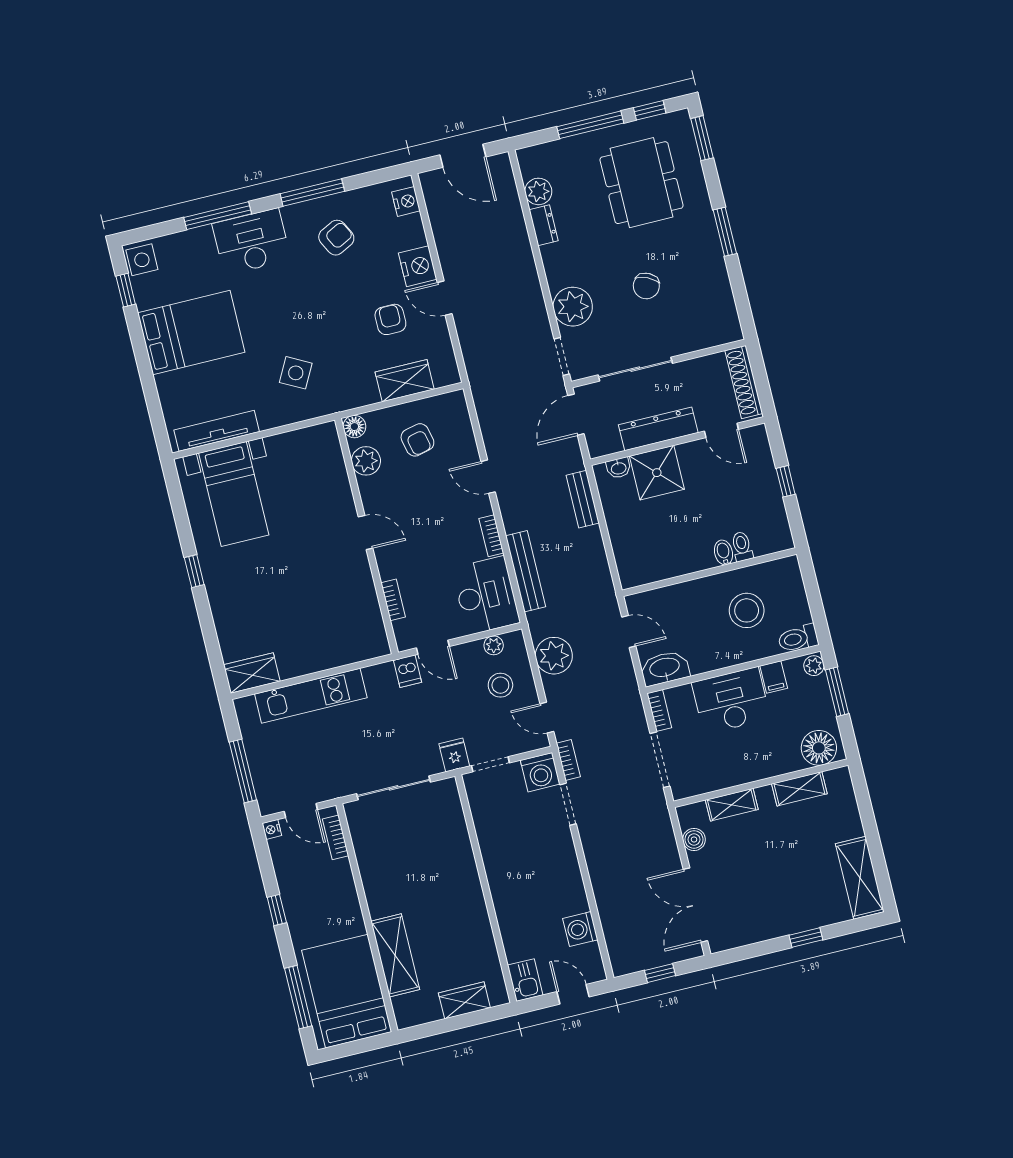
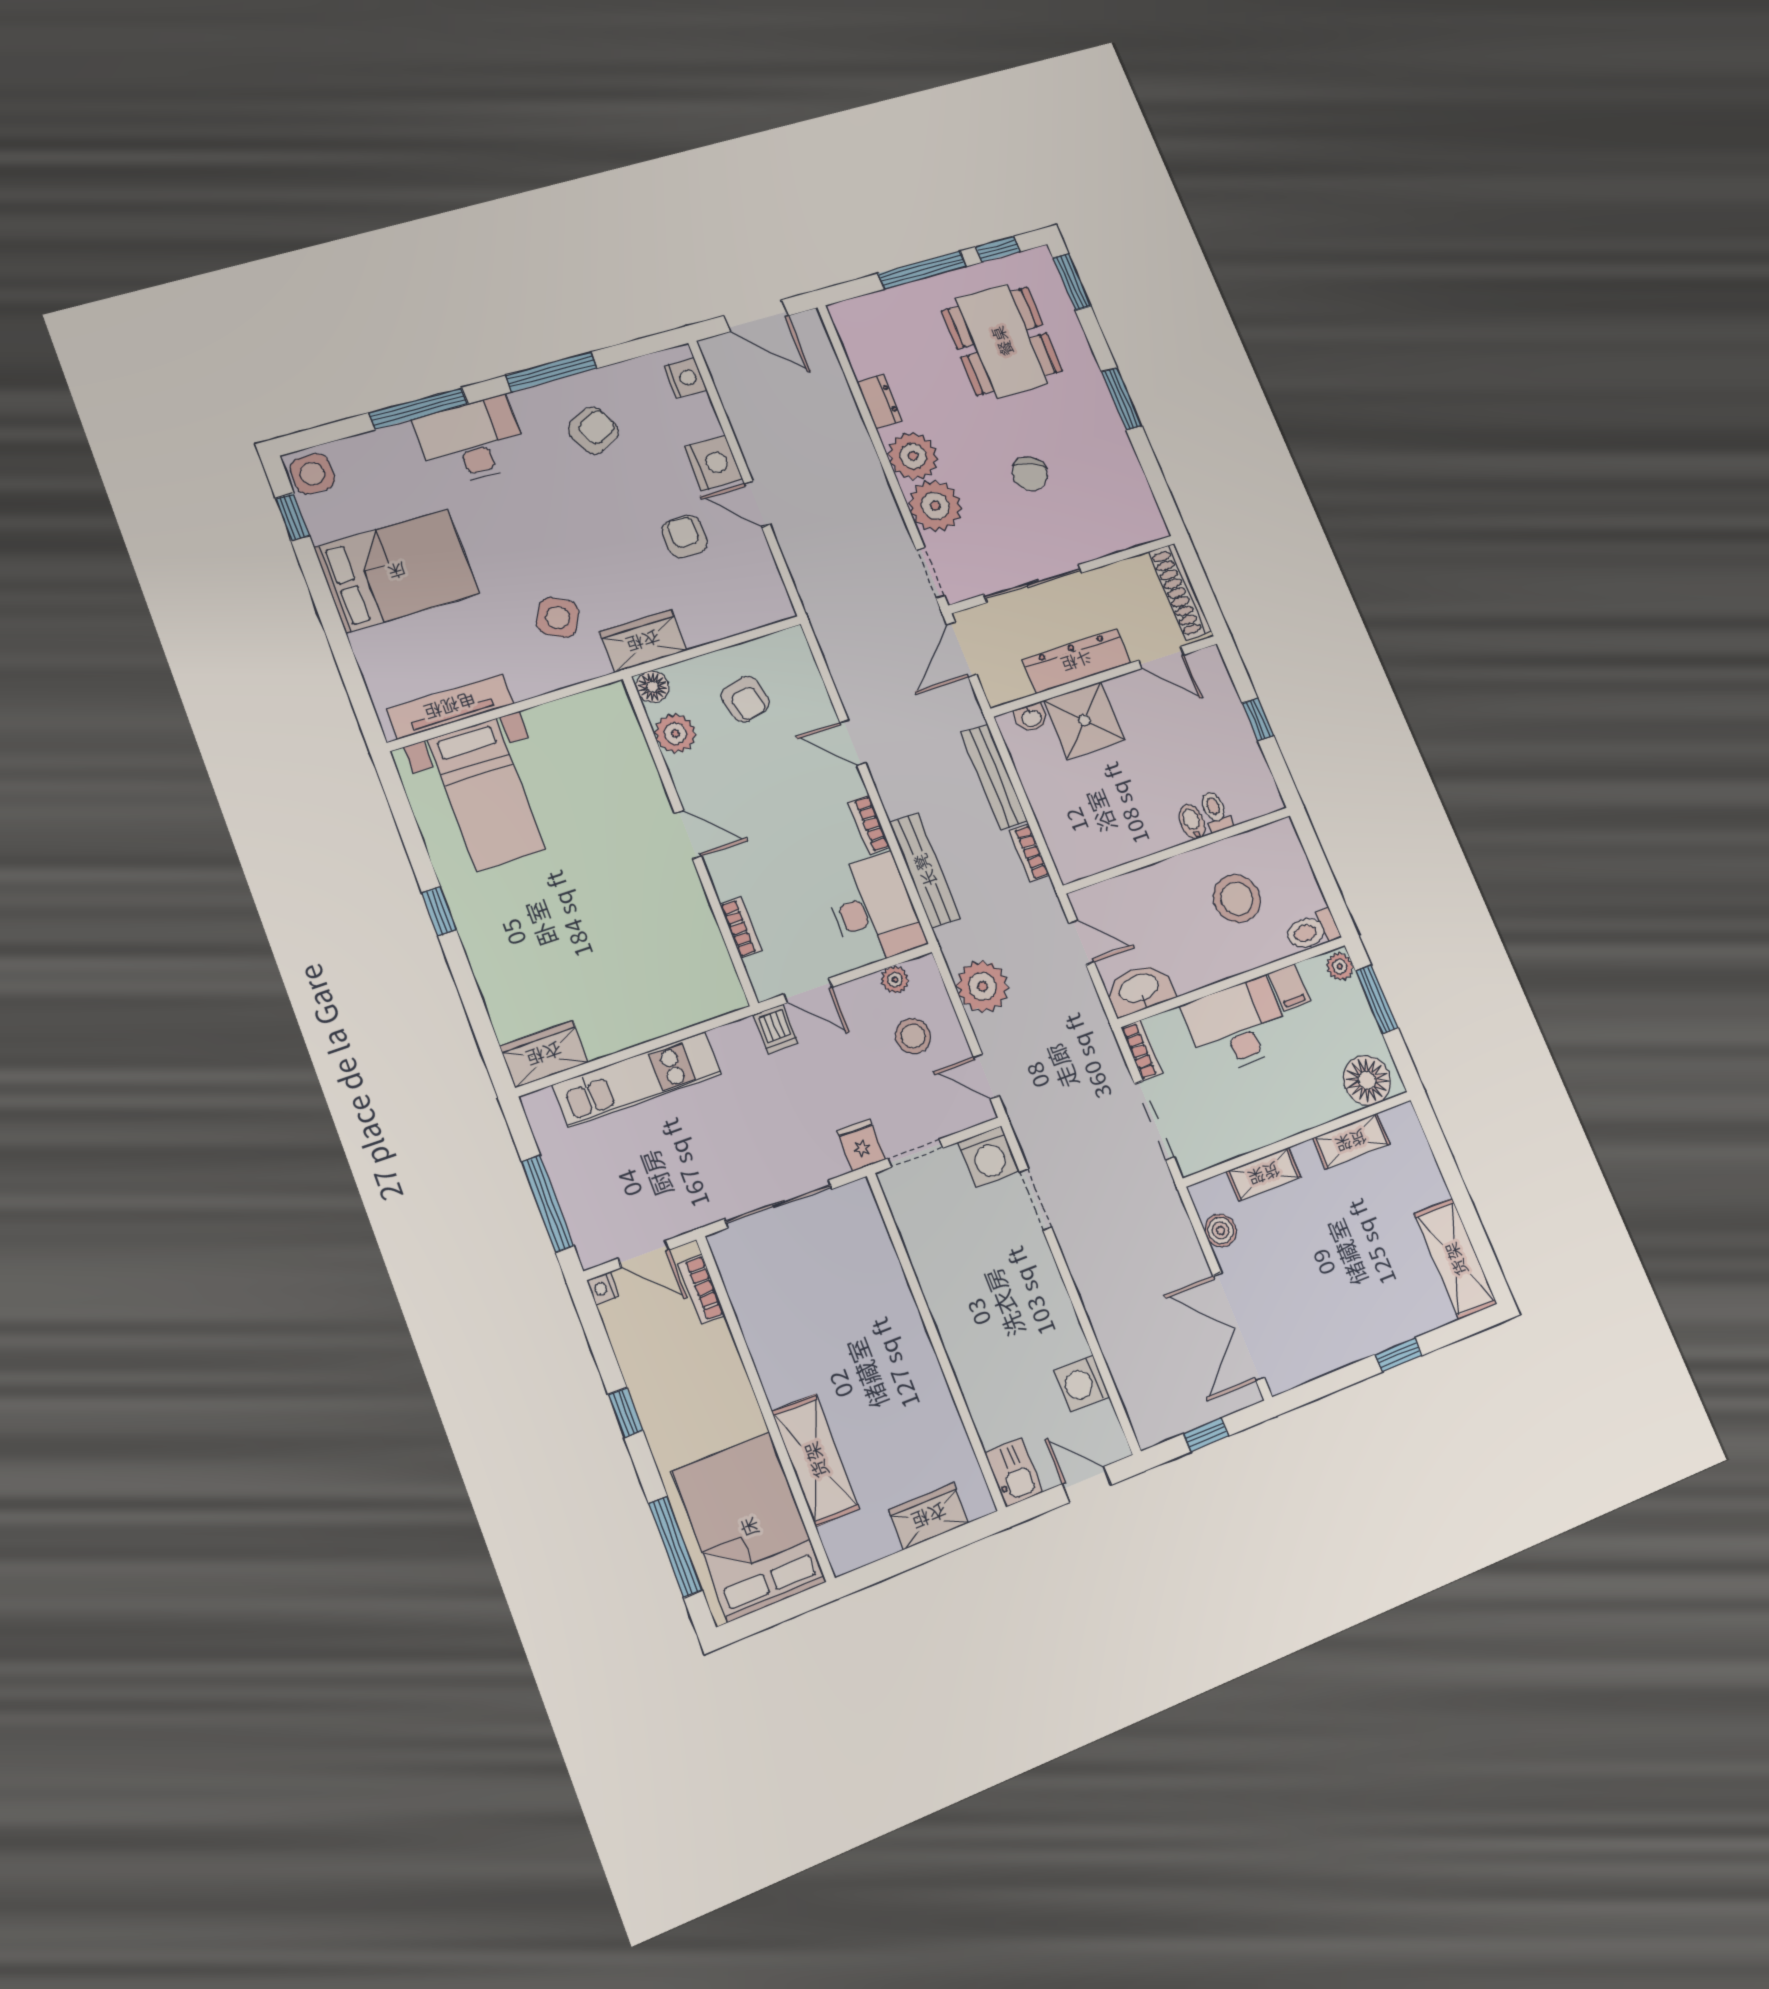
plant: (538, 191) -> (913, 456), moved, width x1.36, depth x1.36
wardrobe: (405, 381) -> (643, 641), moved
bench: (583, 499) -> (994, 777), width x1.36
bookcase: (568, 760) -> (1029, 853), moved, turned 180

